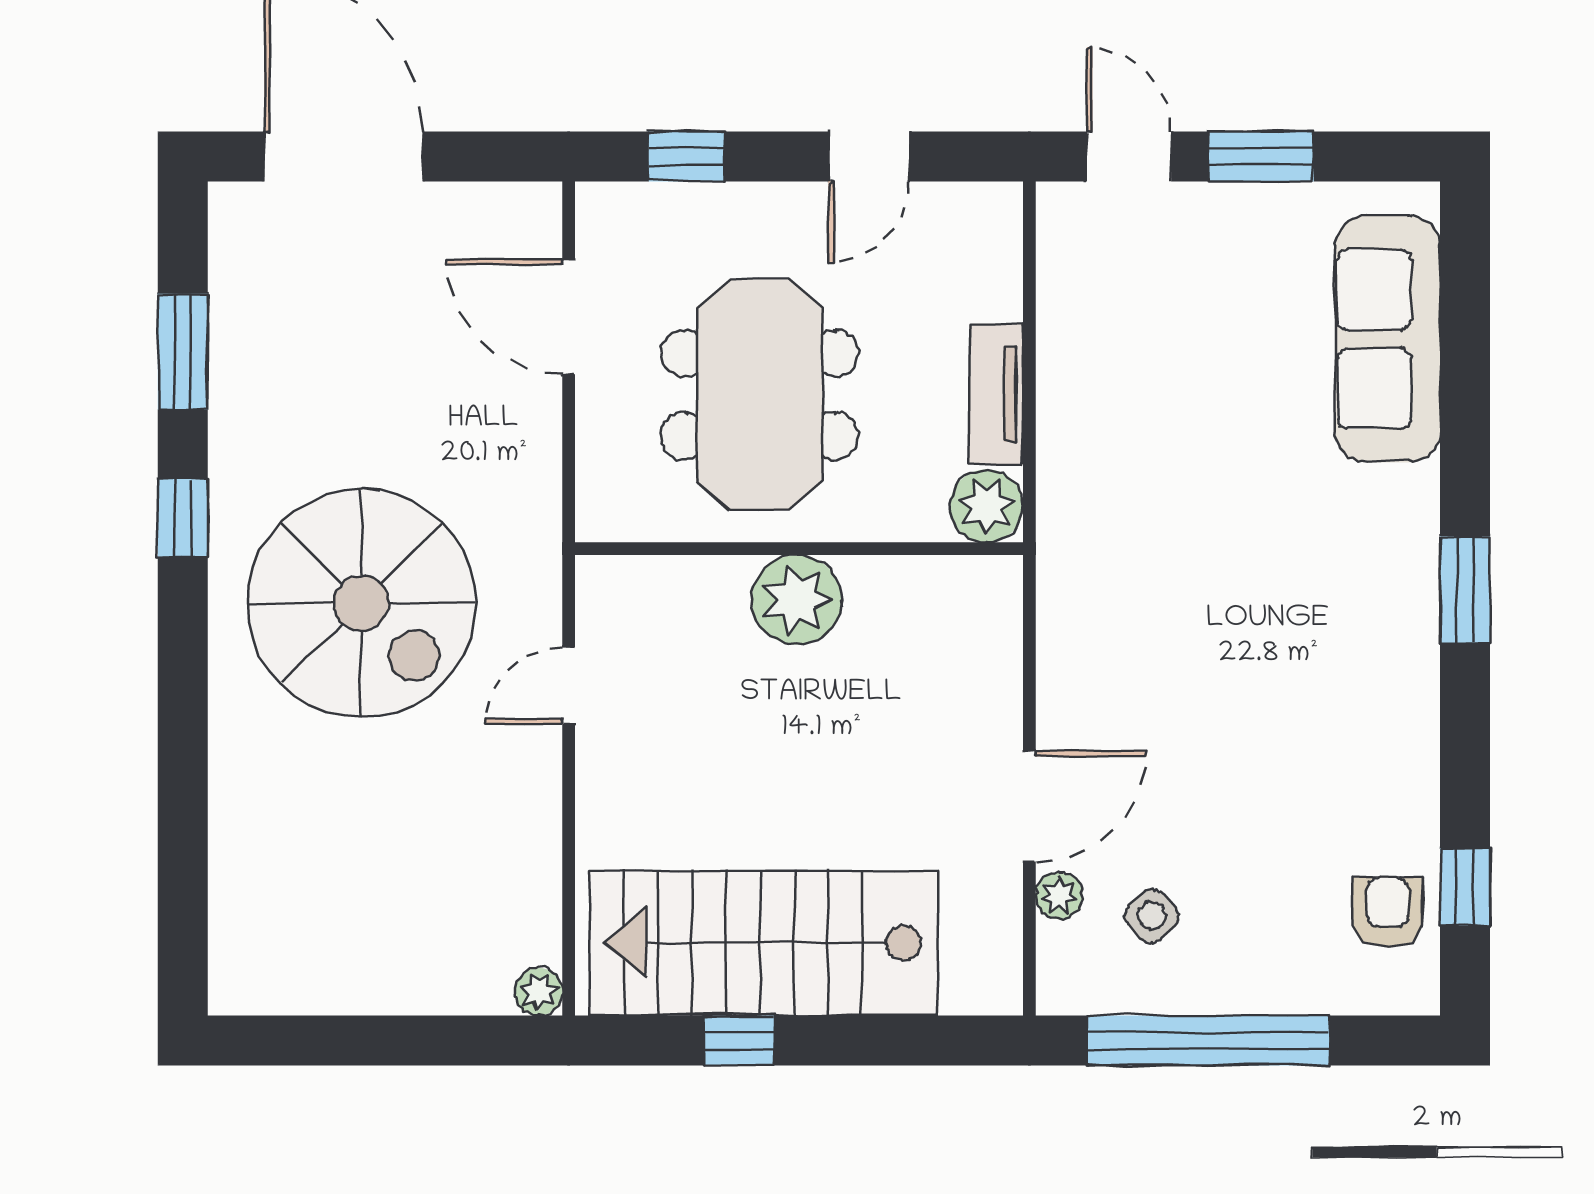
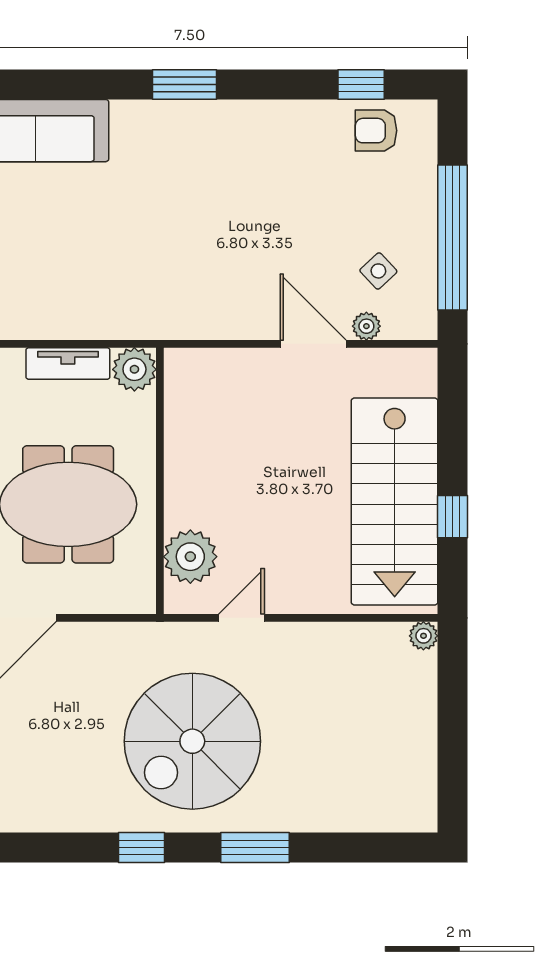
window: (183, 352) -> (255, 848), moved
plant: (797, 600) -> (190, 557), moved
spiral stairs: (361, 603) -> (192, 741), turned 180
door: (569, 686) -> (241, 618), swing flipped

